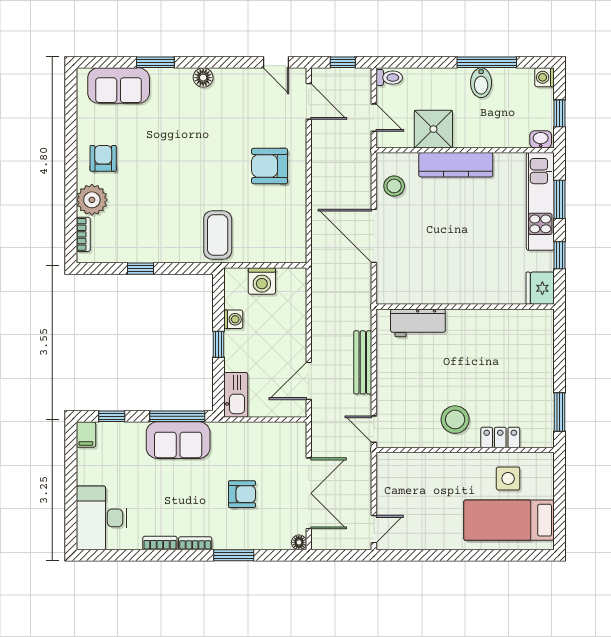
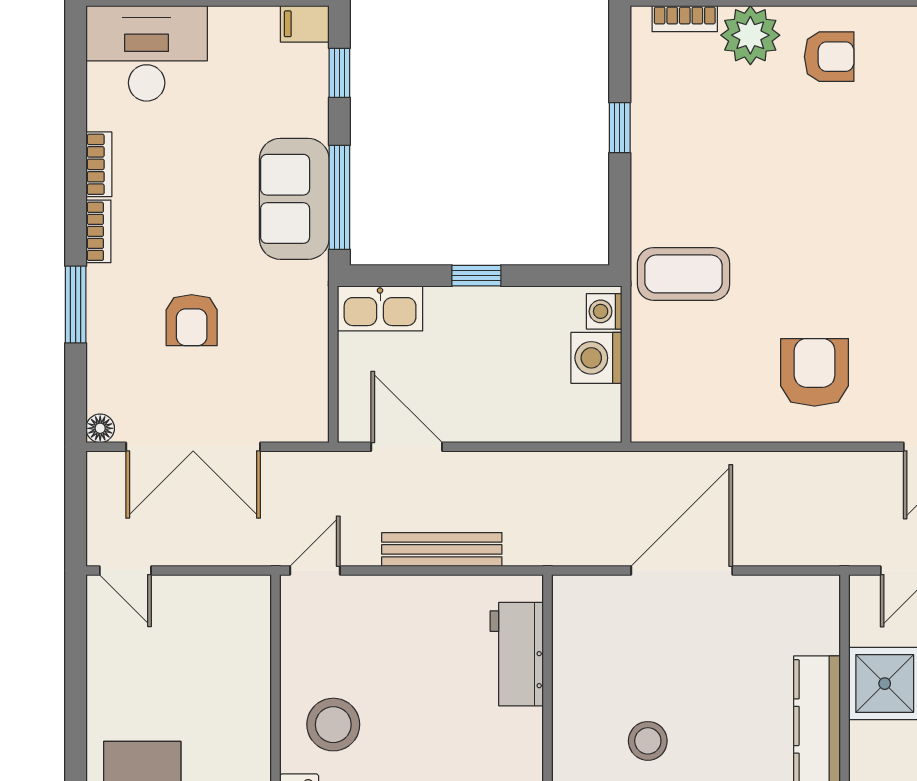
stool: (394, 186) -> (648, 741), moved
washing machine: (233, 319) -> (604, 311), moved, turned 90

